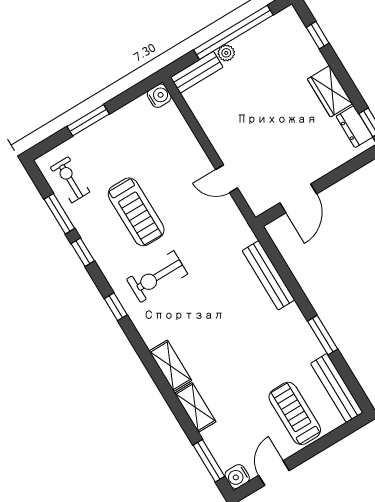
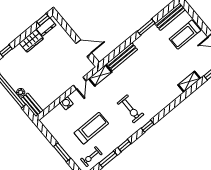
water cooler: (159, 96) -> (66, 103), moved
treadmill: (136, 212) -> (91, 128), moved
shelving: (170, 366) -> (100, 75), moved

